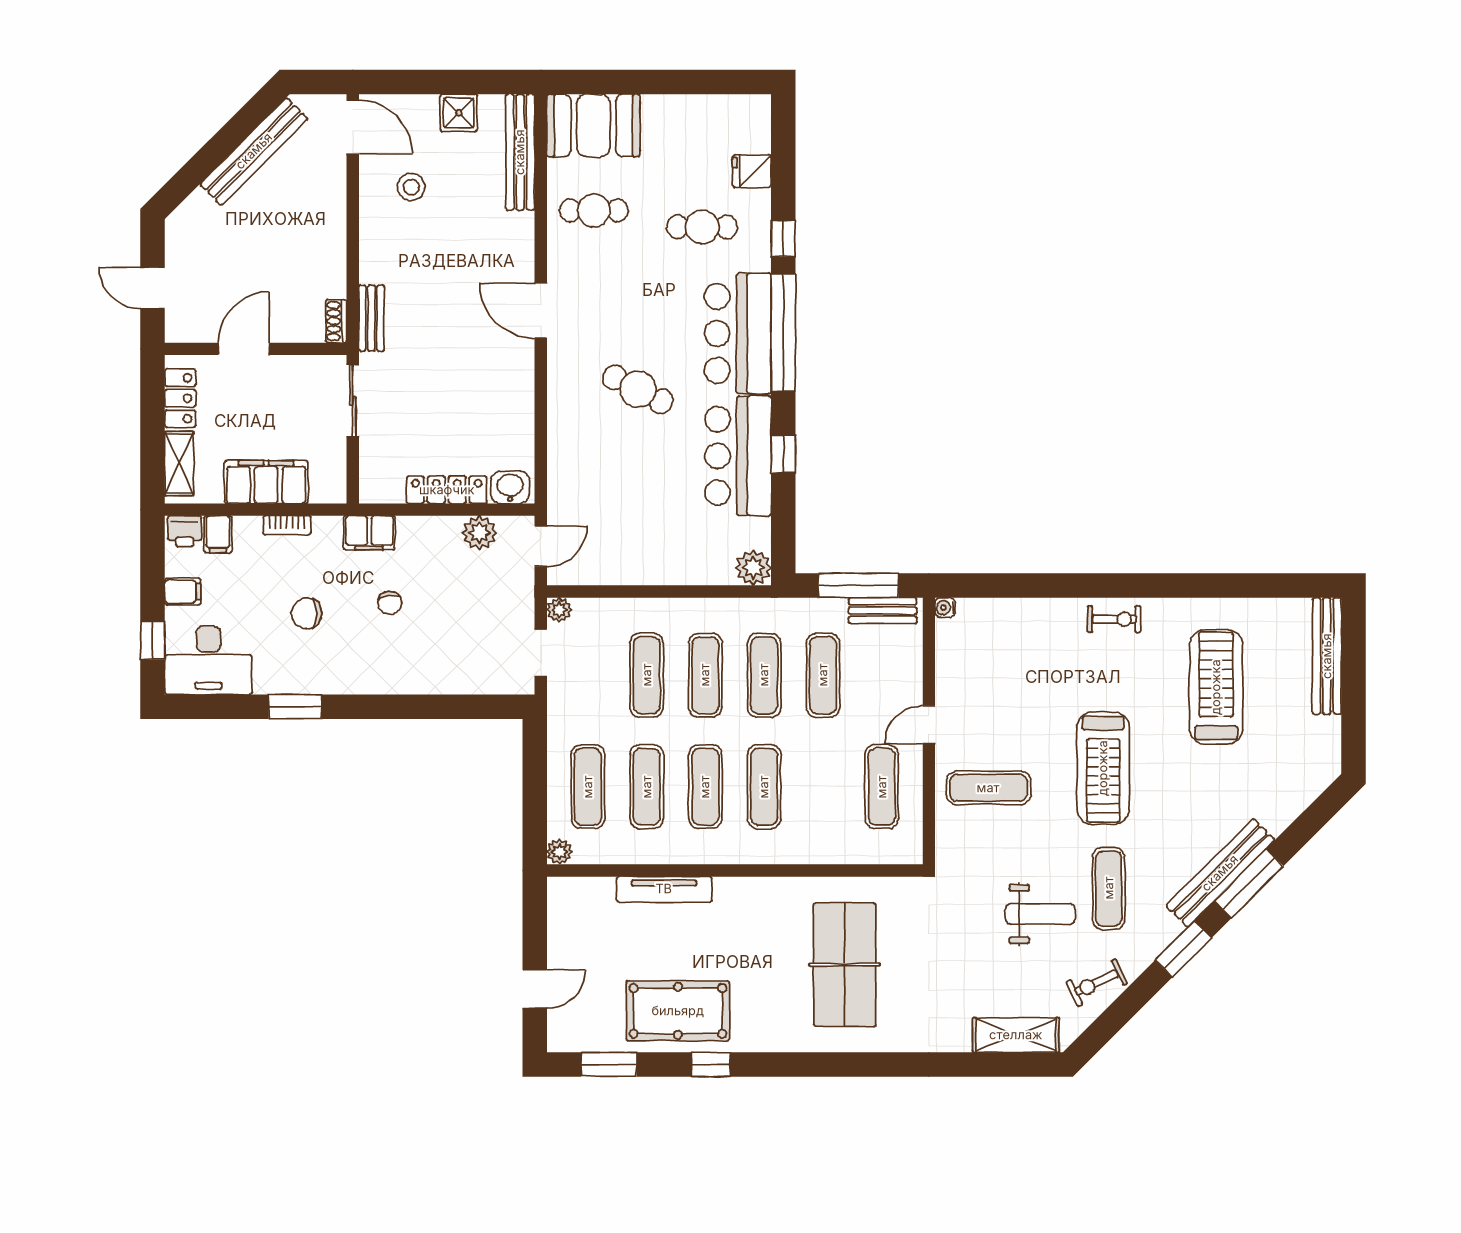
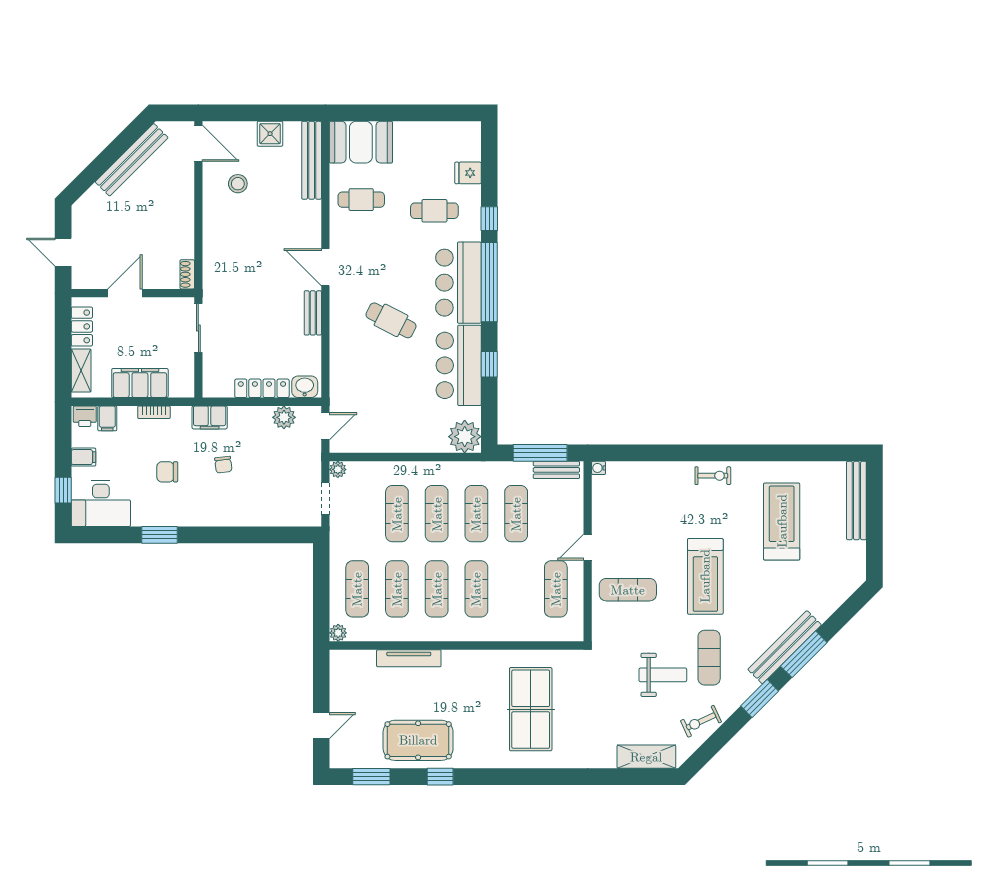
bench: (371, 318) -> (313, 313), moved
plant: (753, 568) -> (465, 437), width x1.36, depth x1.36

